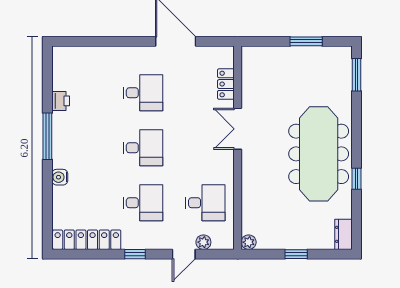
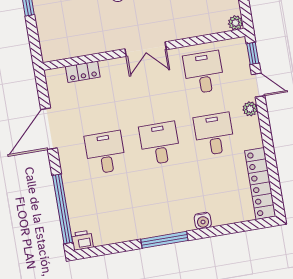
window: (95, 41) -> (63, 209), added
printer: (61, 101) -> (82, 240), moved
double door: (238, 129) -> (146, 49), moved
plant: (203, 242) -> (250, 109), moved
window: (135, 254) -> (253, 53), moved

